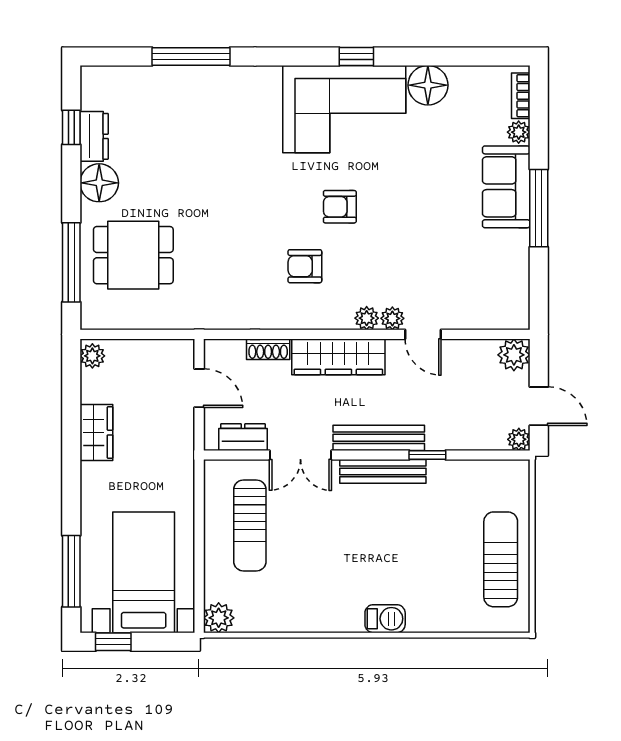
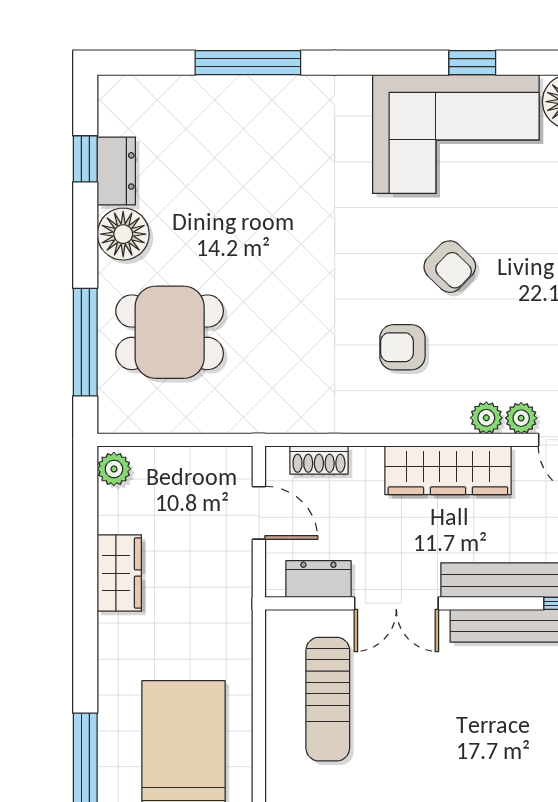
armchair: (340, 207) -> (450, 267), turned -136
shoe rack: (268, 349) -> (319, 460), moved

